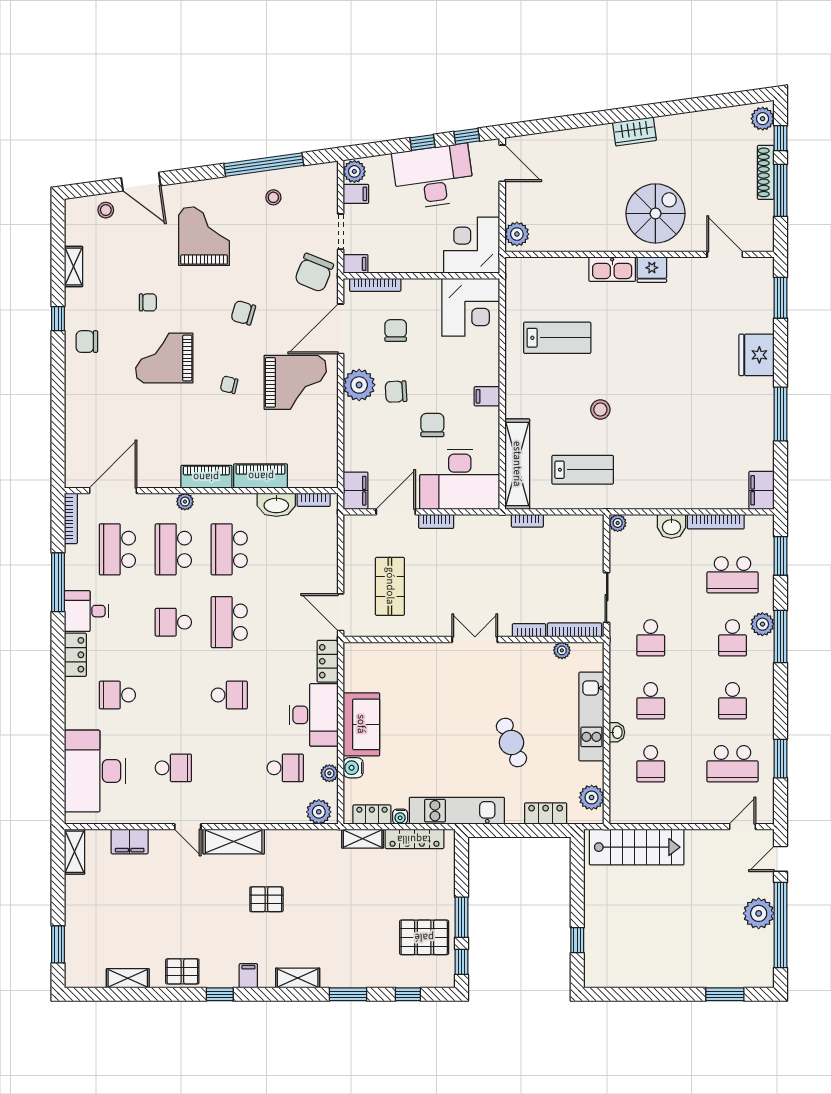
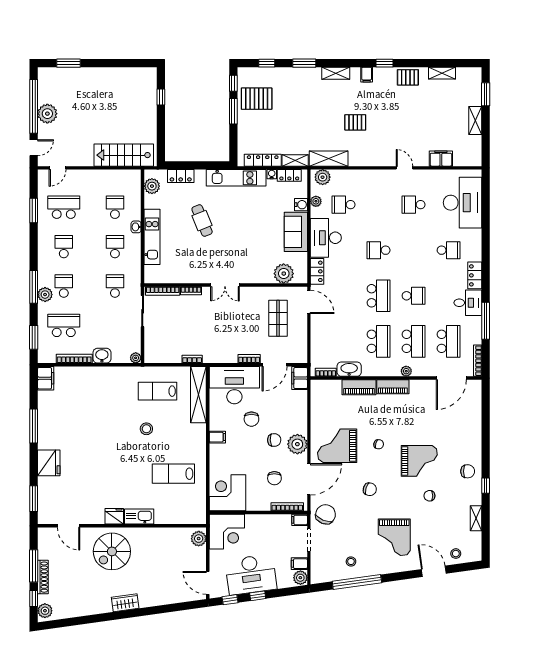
plant: (562, 650) -> (284, 274), moved, width x1.88, depth x1.88
shelving: (234, 842) -> (329, 159), moved
shelving: (75, 852) -> (475, 121), moved

